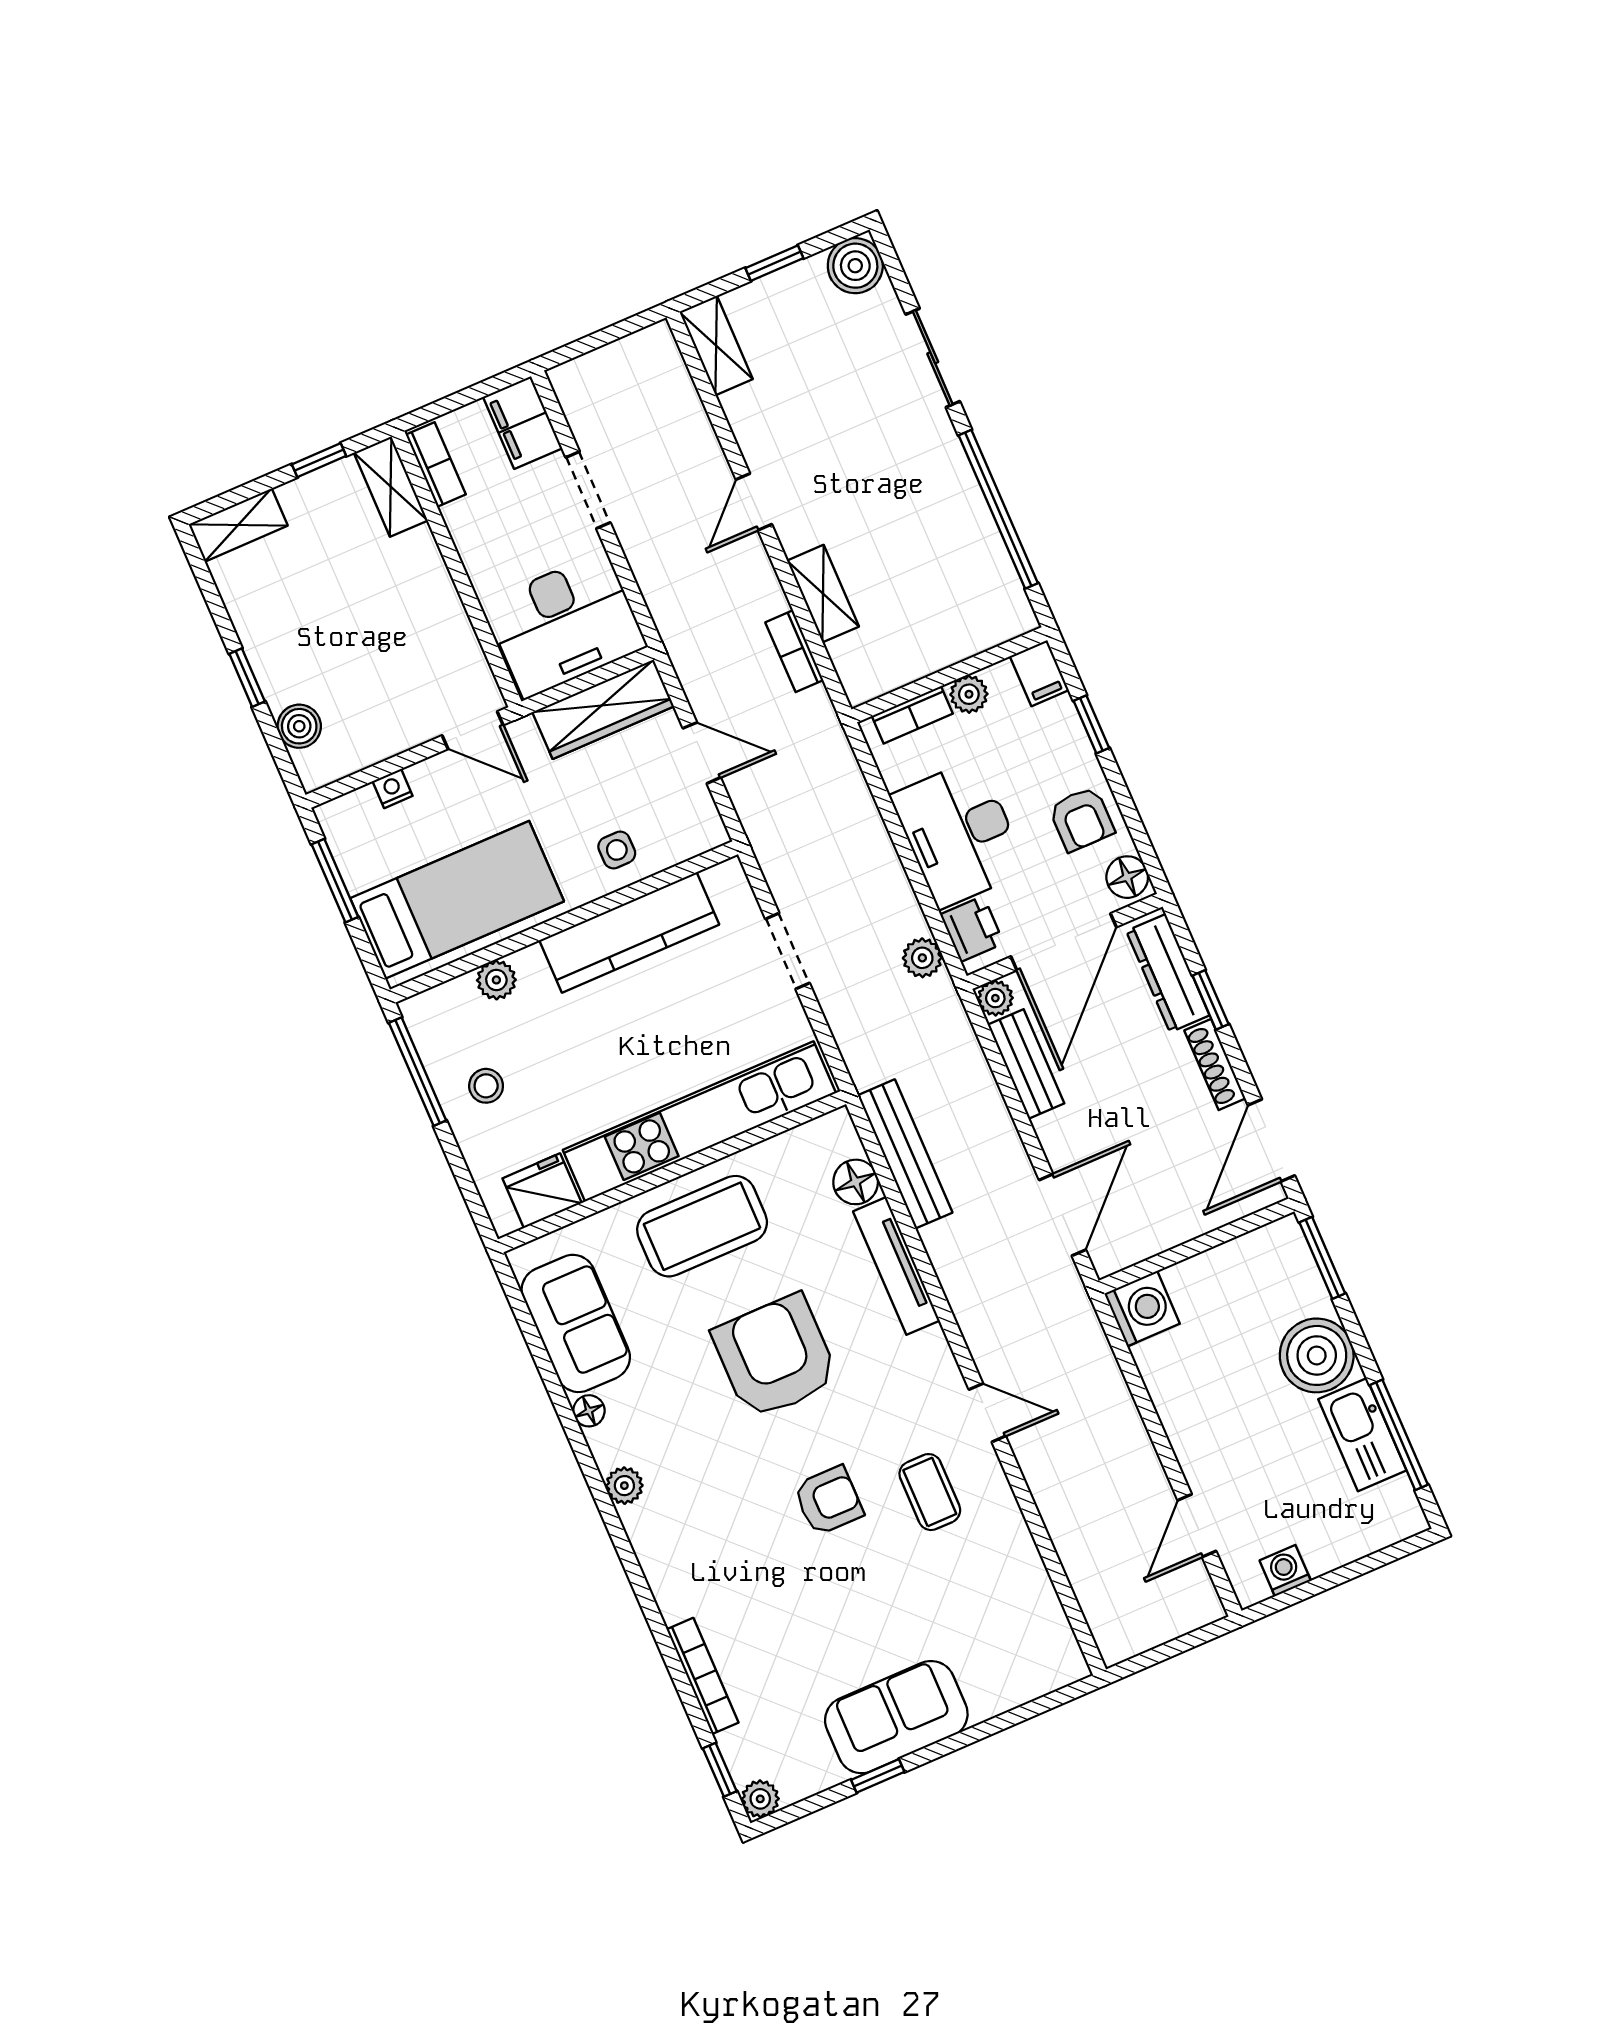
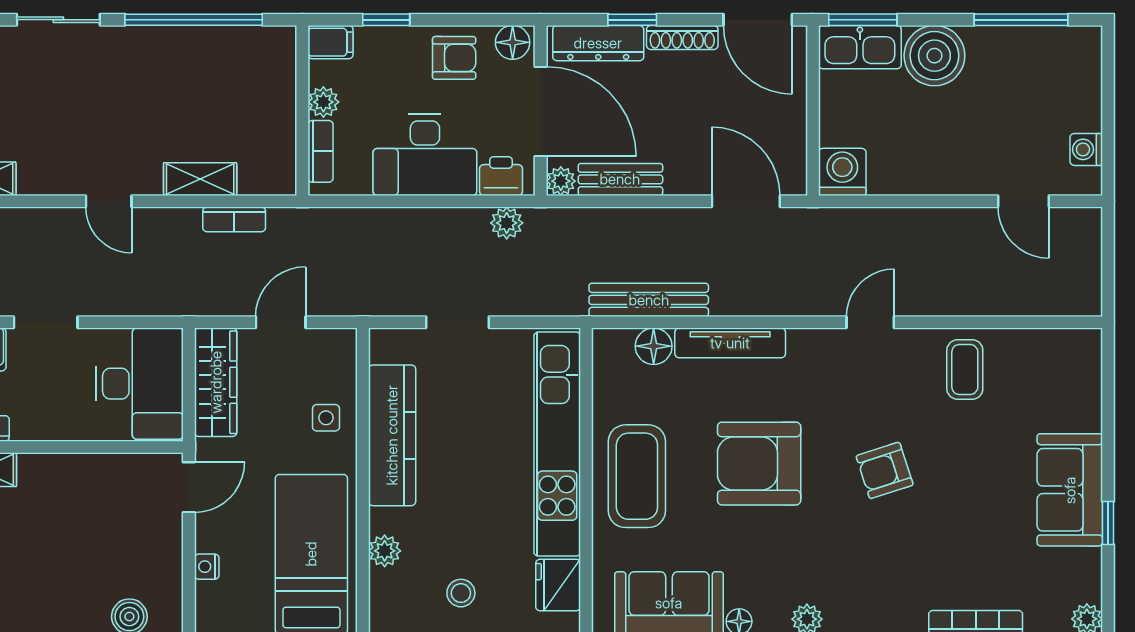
kitchen sink: (1362, 1435) -> (860, 47), moved
coffee table: (930, 1492) -> (965, 369), moved, turned 90
armchair: (828, 1501) -> (885, 470), turned -108

